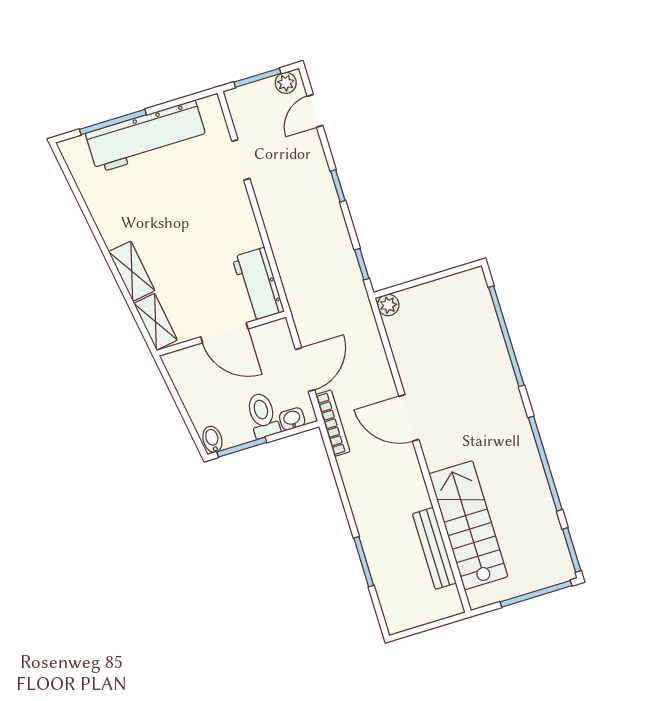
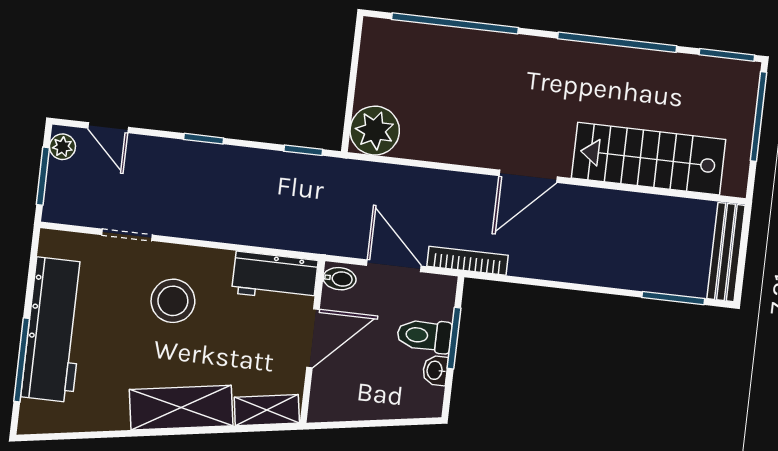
stool: (207, 216) -> (173, 301), added
shelving: (132, 271) -> (181, 408), width x1.50, depth x1.33
plant: (388, 305) -> (375, 131), width x1.88, depth x1.88
door: (409, 418) -> (528, 176), moved
washbasin: (292, 419) -> (435, 370), moved
bidet: (212, 439) -> (340, 279), moved, turned 180
window: (242, 447) -> (454, 338), moved
bench: (434, 548) -> (726, 252), moved, turned 90
window: (364, 562) -> (673, 298), moved

